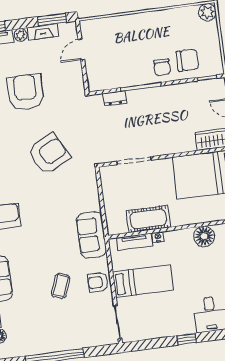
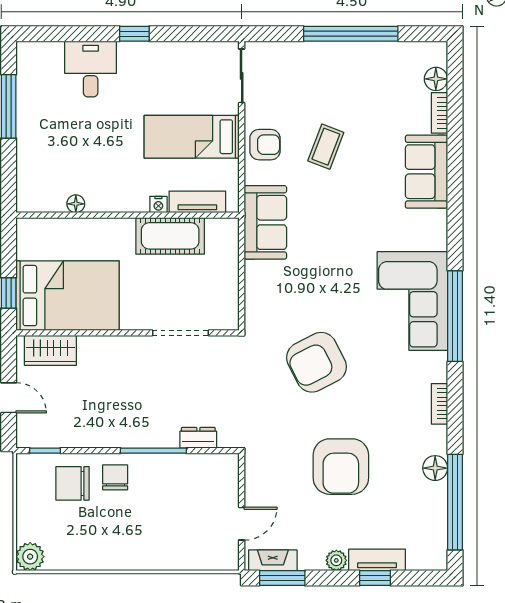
fireplace: (43, 32) -> (273, 560), moved
floor lamp: (204, 236) -> (76, 204), width x0.53, depth x0.53

